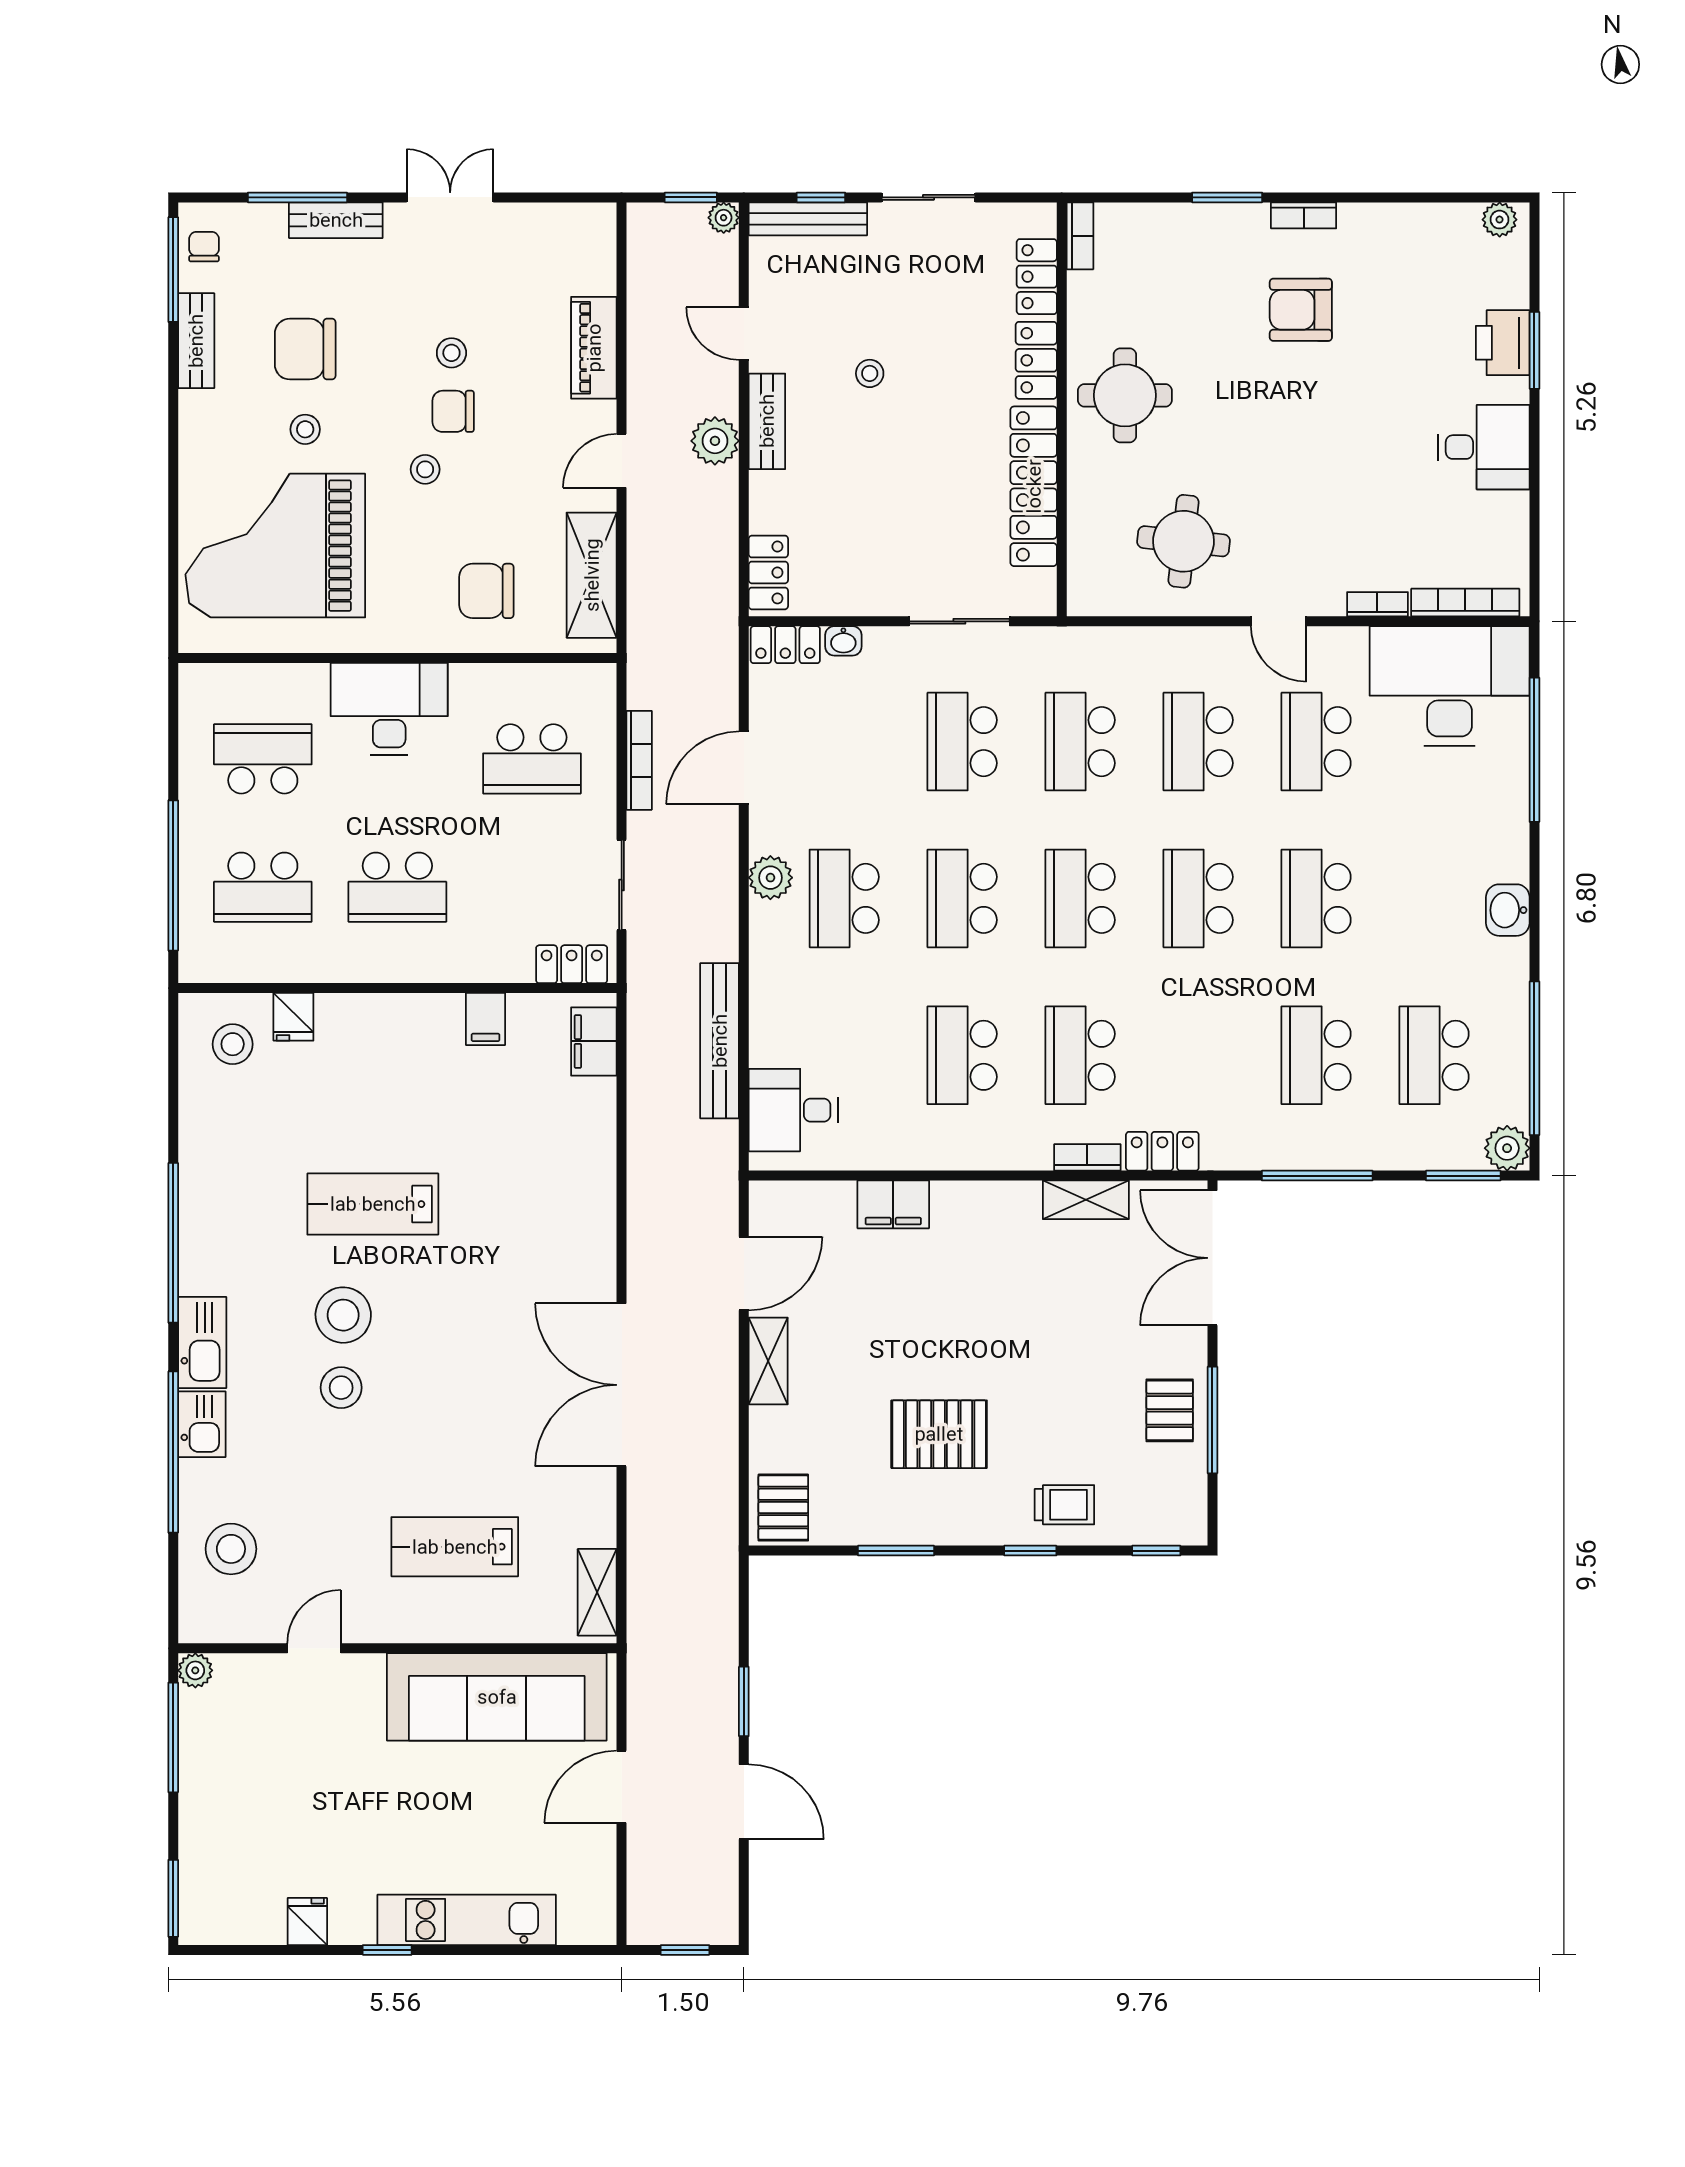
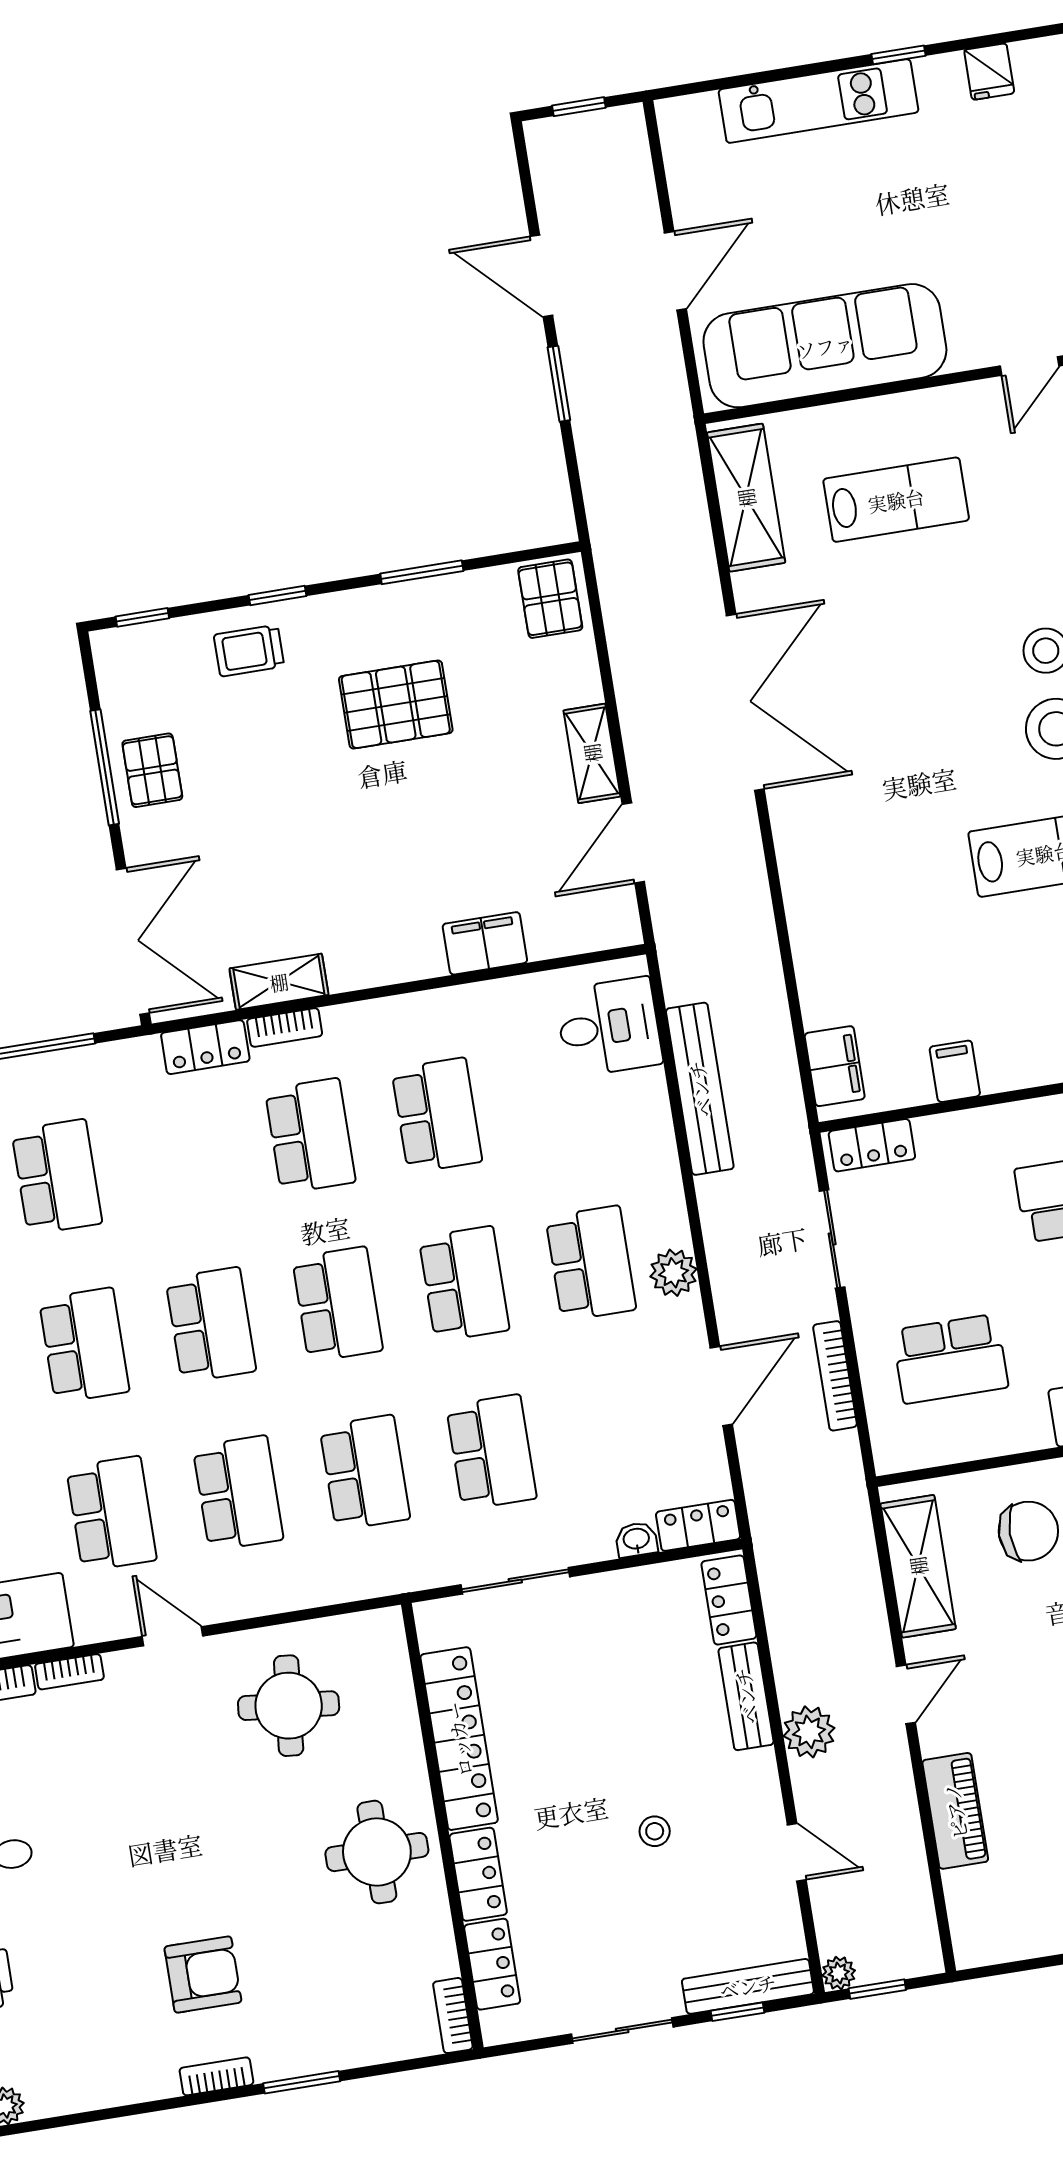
bench: (767, 421) -> (746, 1696), moved
school desk: (532, 759) -> (950, 1359), turned 180
shelving: (597, 1592) -> (746, 498), width x1.50, depth x1.33

